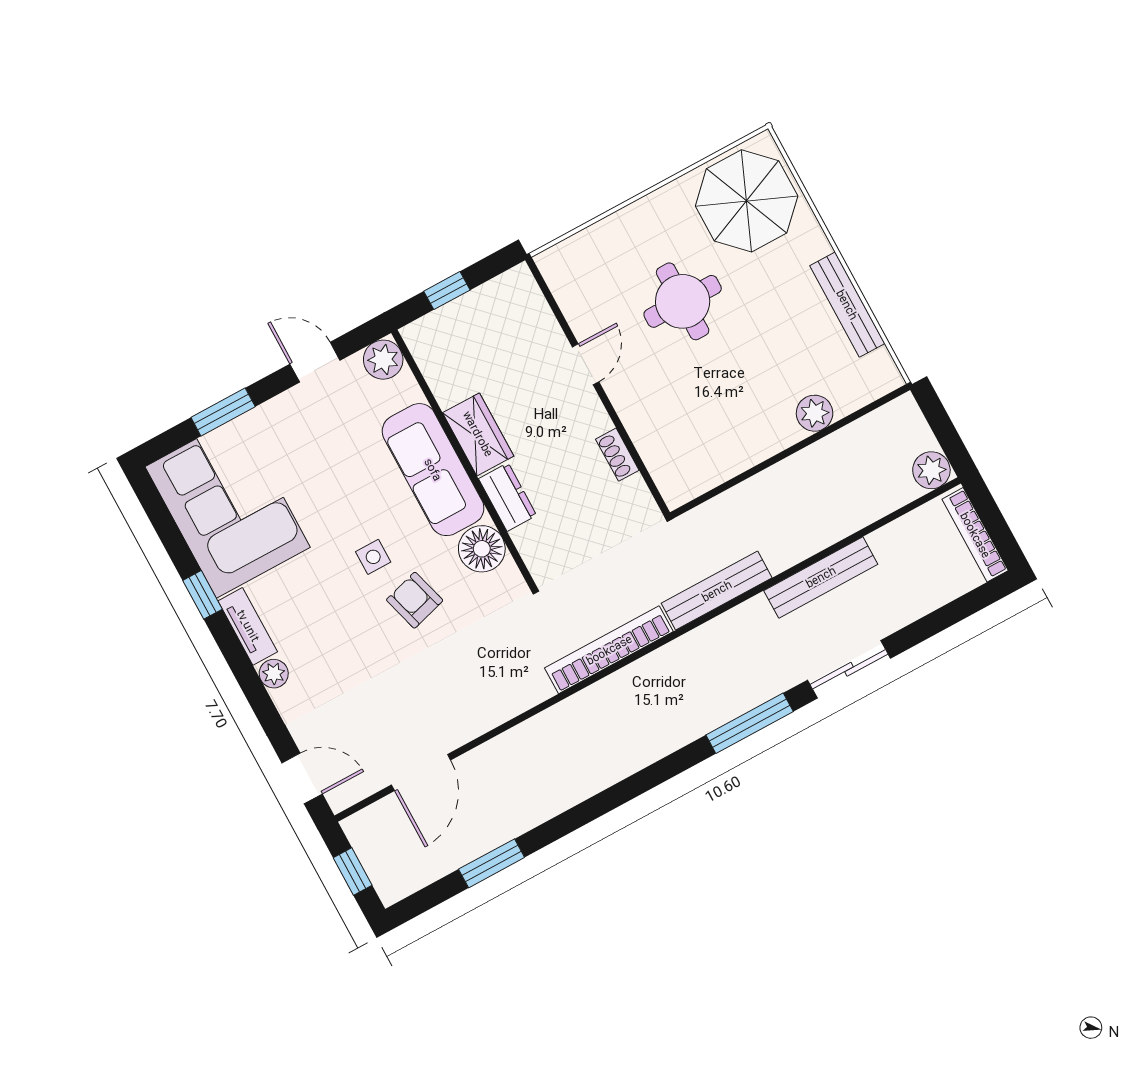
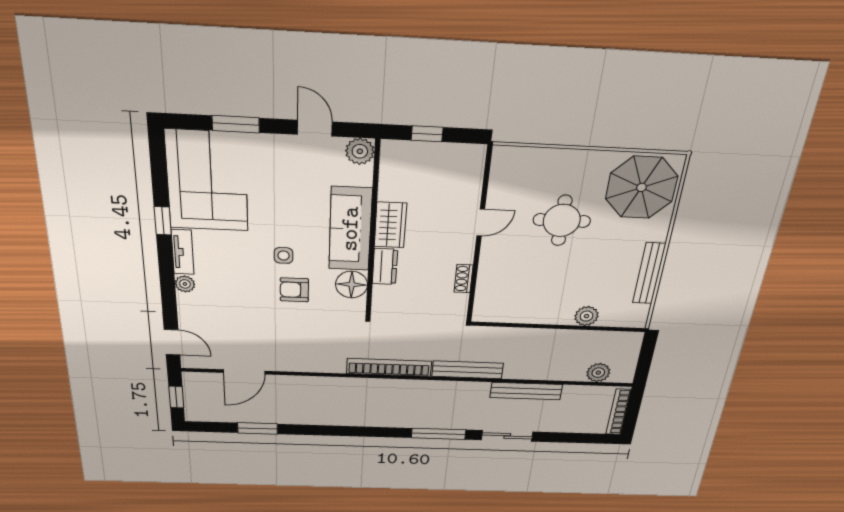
plant: (931, 470) -> (598, 373), moved
armchair: (415, 600) -> (294, 290), turned -74

